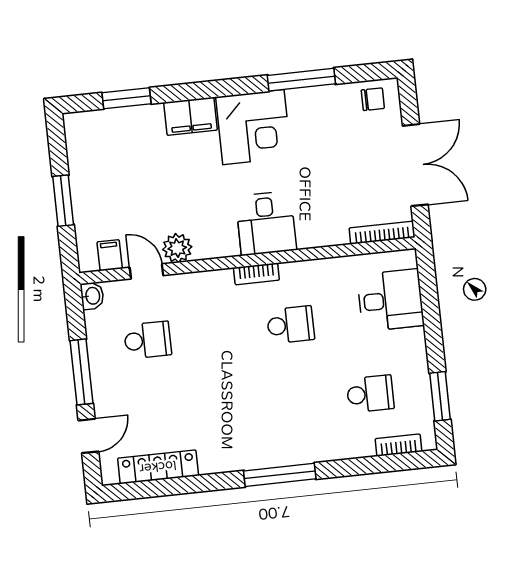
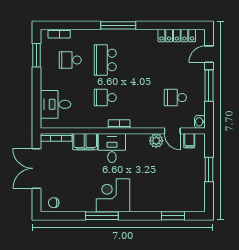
window: (301, 80) -> (102, 216), moved
filing cabinet: (190, 116) -> (85, 142), moved, turned 180
school desk: (299, 401) -> (105, 60), added

